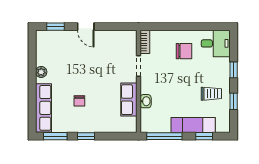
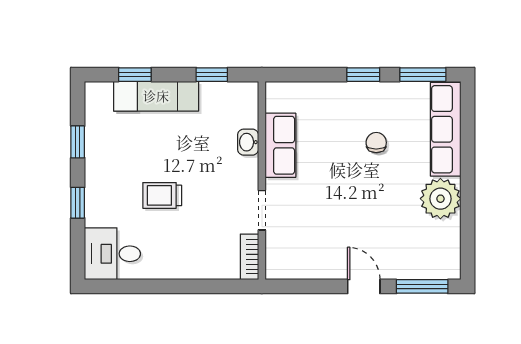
window: (56, 27) -> (422, 286), width x1.50
chair: (184, 51) -> (174, 239), removed
plant: (41, 72) -> (440, 199), width x1.88, depth x1.88
trolley: (211, 94) -> (162, 195), moved
window: (164, 136) -> (212, 75), width x0.46

